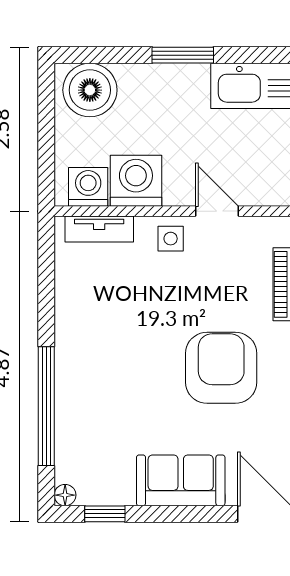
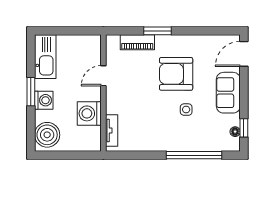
washing machine: (88, 187) -> (44, 100), moved, turned 180
side table: (171, 239) -> (186, 110), moved
floor lamp: (65, 495) -> (235, 132), moved

